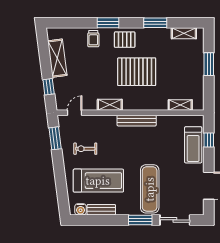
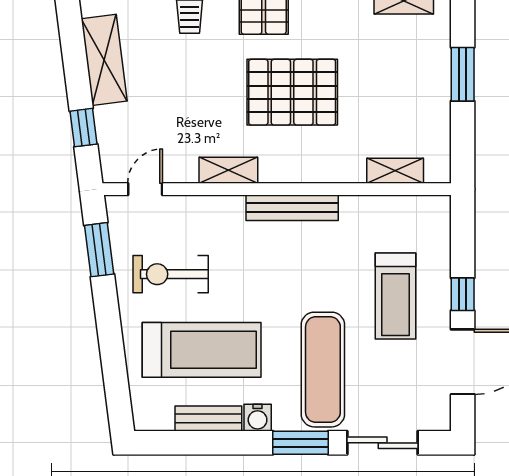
window: (209, 140) -> (463, 294), moved
treadmill: (193, 145) -> (395, 296), moved
exercise bike: (85, 149) -> (171, 274), width x1.38, depth x1.39
water cooler: (81, 209) -> (258, 418), moved

